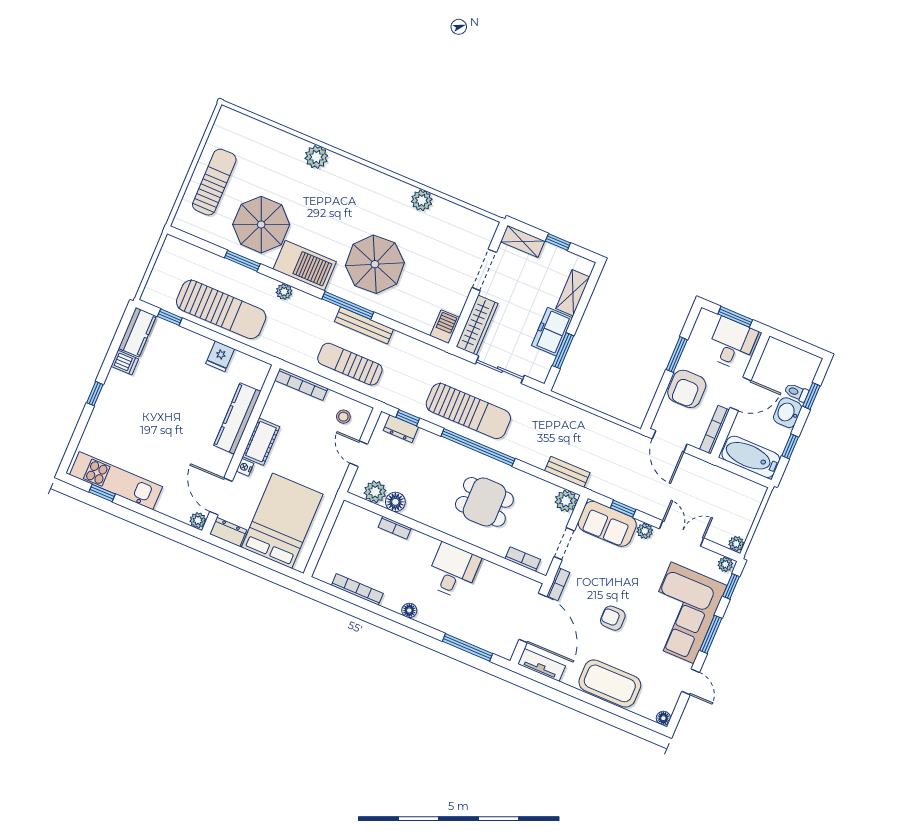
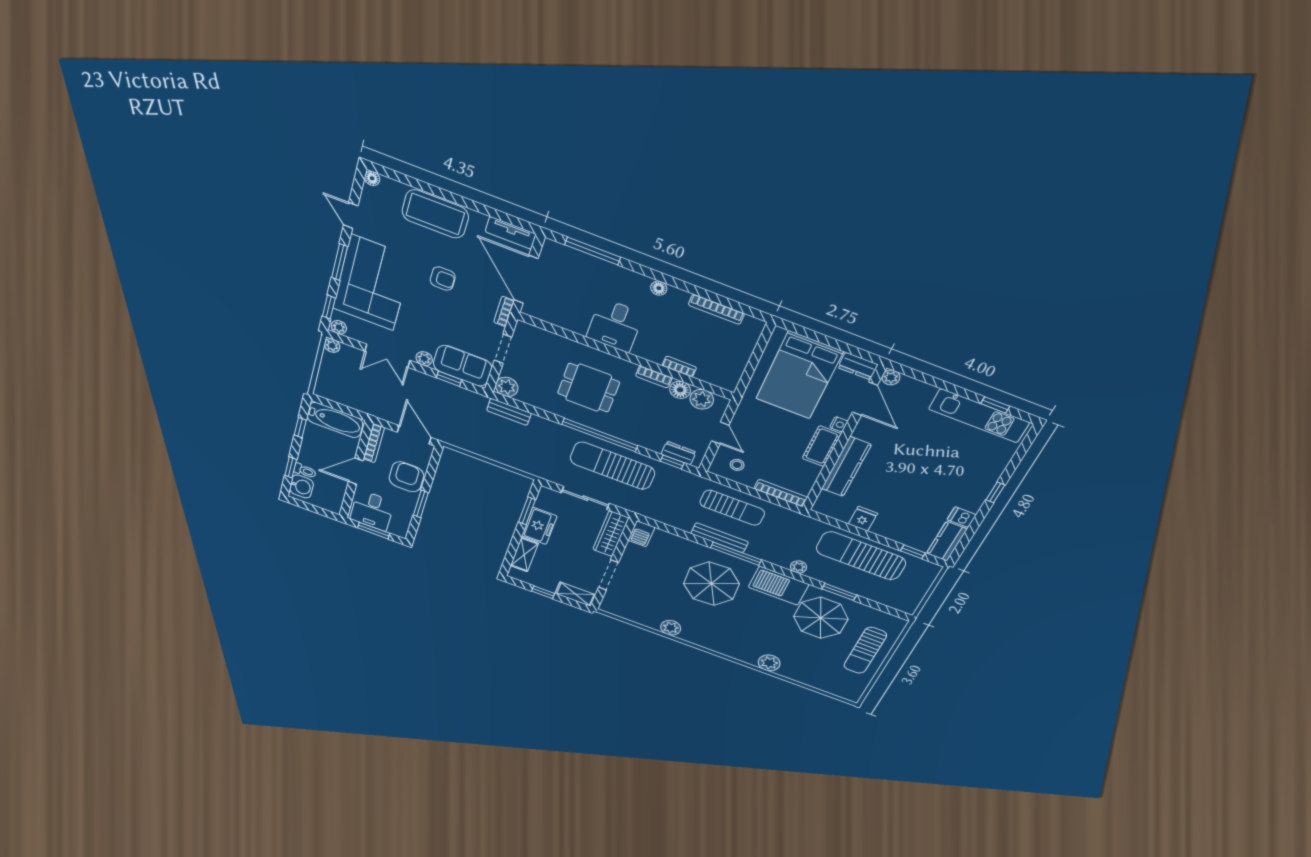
washbasin: (788, 413) -> (301, 486), moved
bookcase: (523, 559) -> (654, 377), moved

